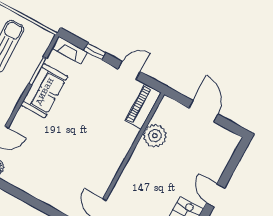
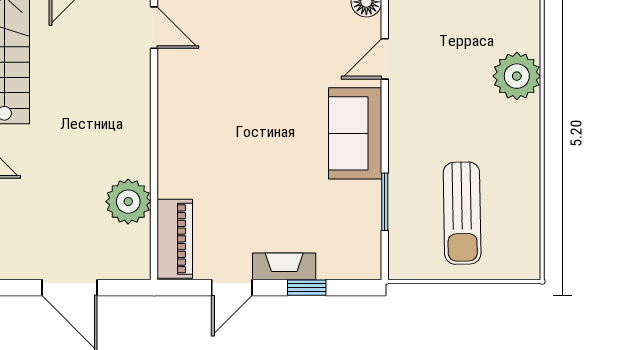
fireplace: (70, 50) -> (284, 266), moved
sofa: (44, 91) -> (355, 133), moved

